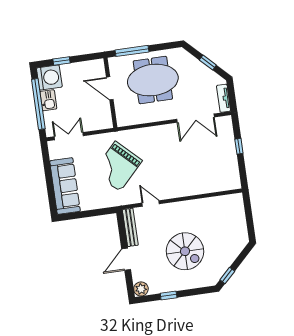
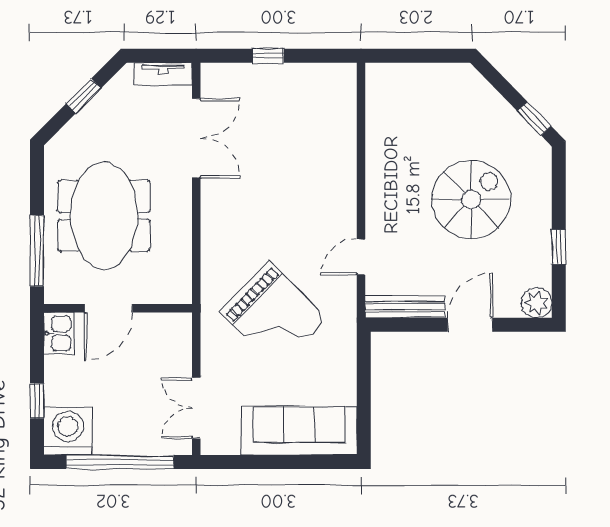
kitchen sink: (48, 100) -> (59, 333), moved, turned 90
door: (126, 259) -> (470, 325), swing flipped

